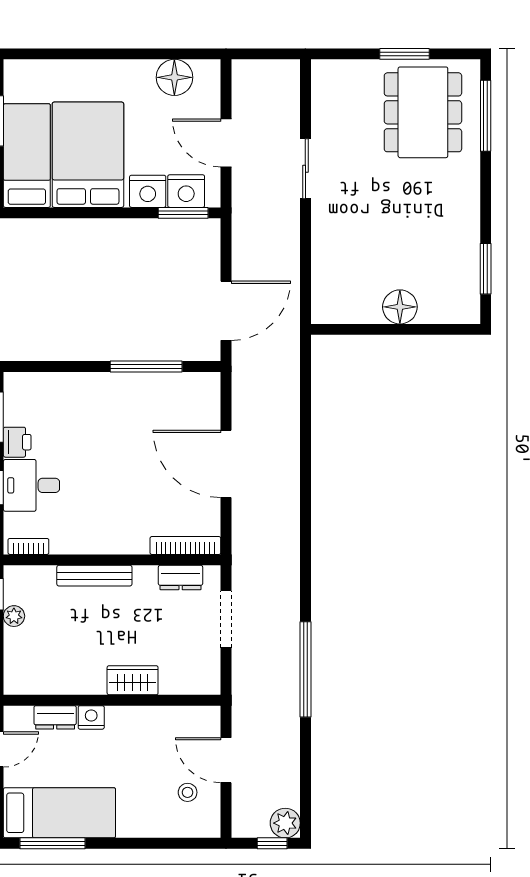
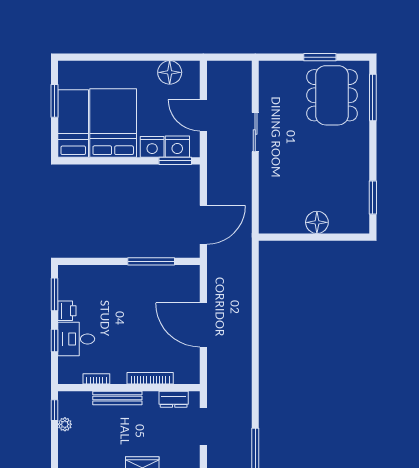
bookcase: (28, 546) -> (96, 379), moved
bookcase: (185, 546) -> (150, 378), moved

